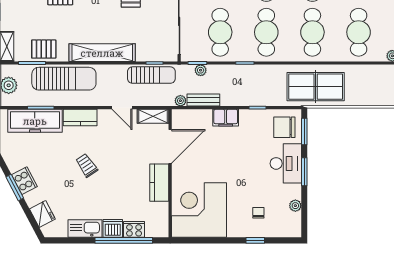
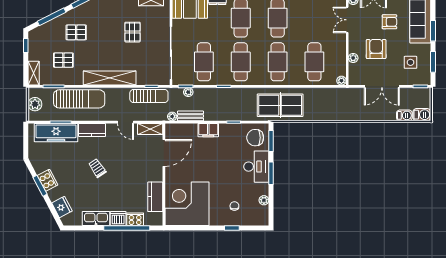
pallet: (44, 49) -> (63, 60), moved
kitchen counter: (159, 183) -> (155, 197), moved

